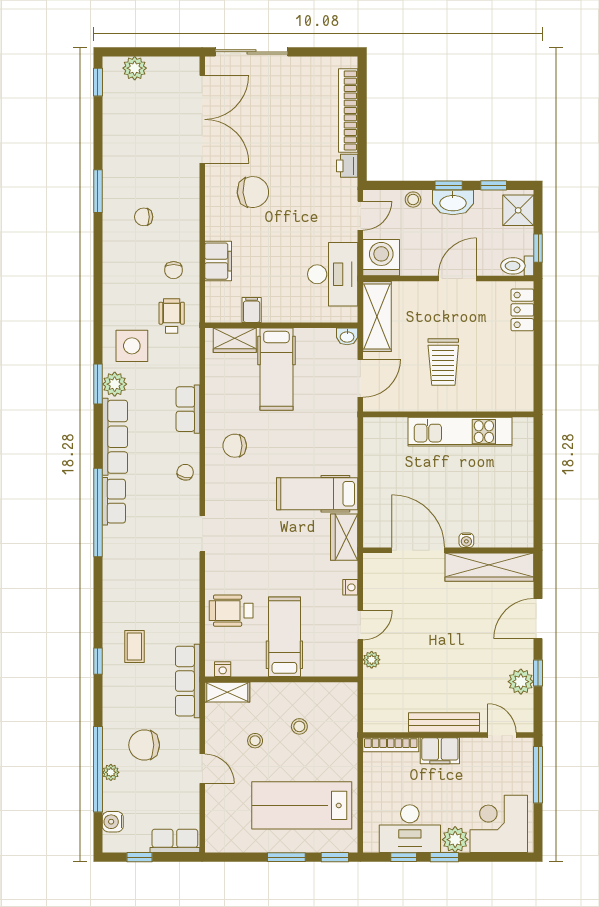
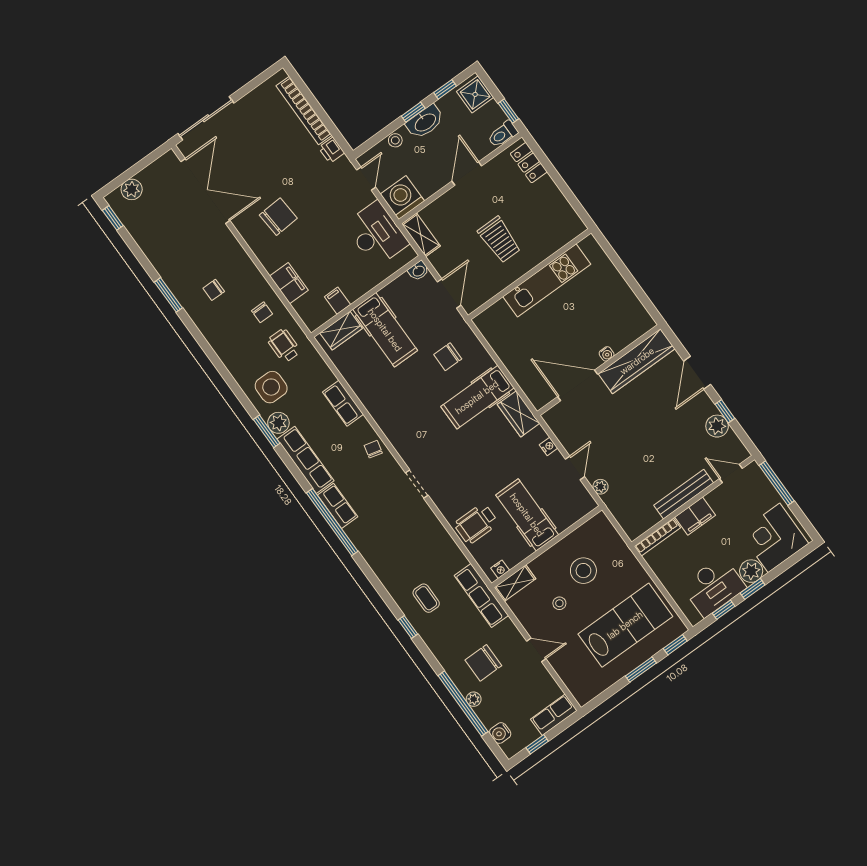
shelving: (377, 317) -> (421, 235), width x0.67, depth x0.75
chair: (235, 446) -> (448, 357), moved
stool: (299, 726) -> (583, 571), width x1.89, depth x1.89
lab bench: (302, 805) -> (625, 625), turned 180

